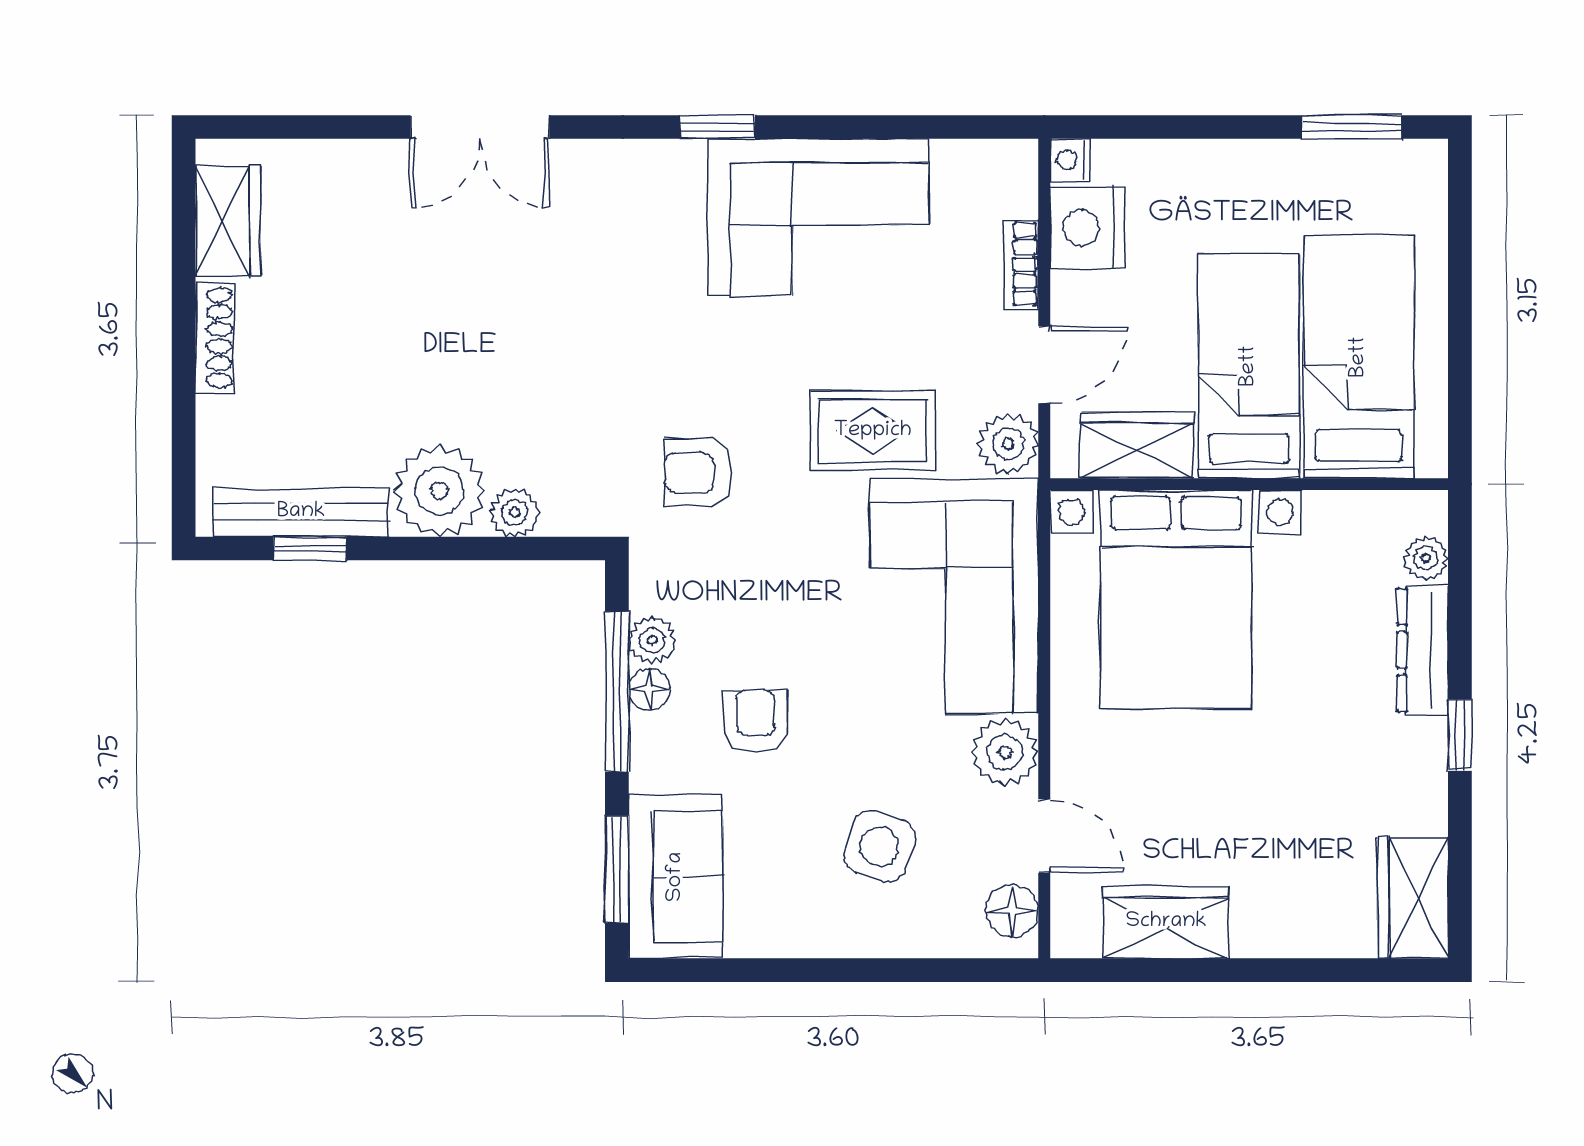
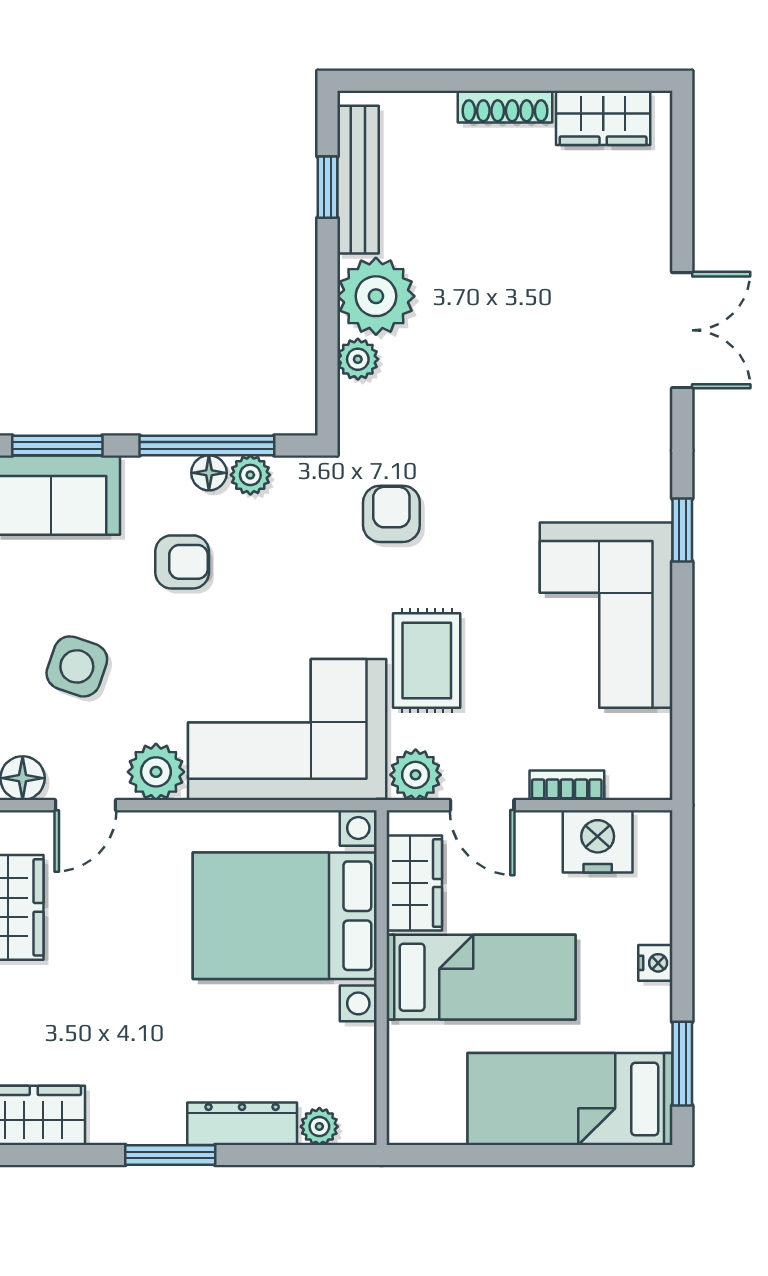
double door: (480, 127) -> (682, 330), swing flipped
nightstand: (1070, 160) -> (655, 963), moved, turned 90
bed: (1359, 357) -> (570, 1099), moved, turned 180
window: (1460, 735) -> (170, 1155), width x1.50

